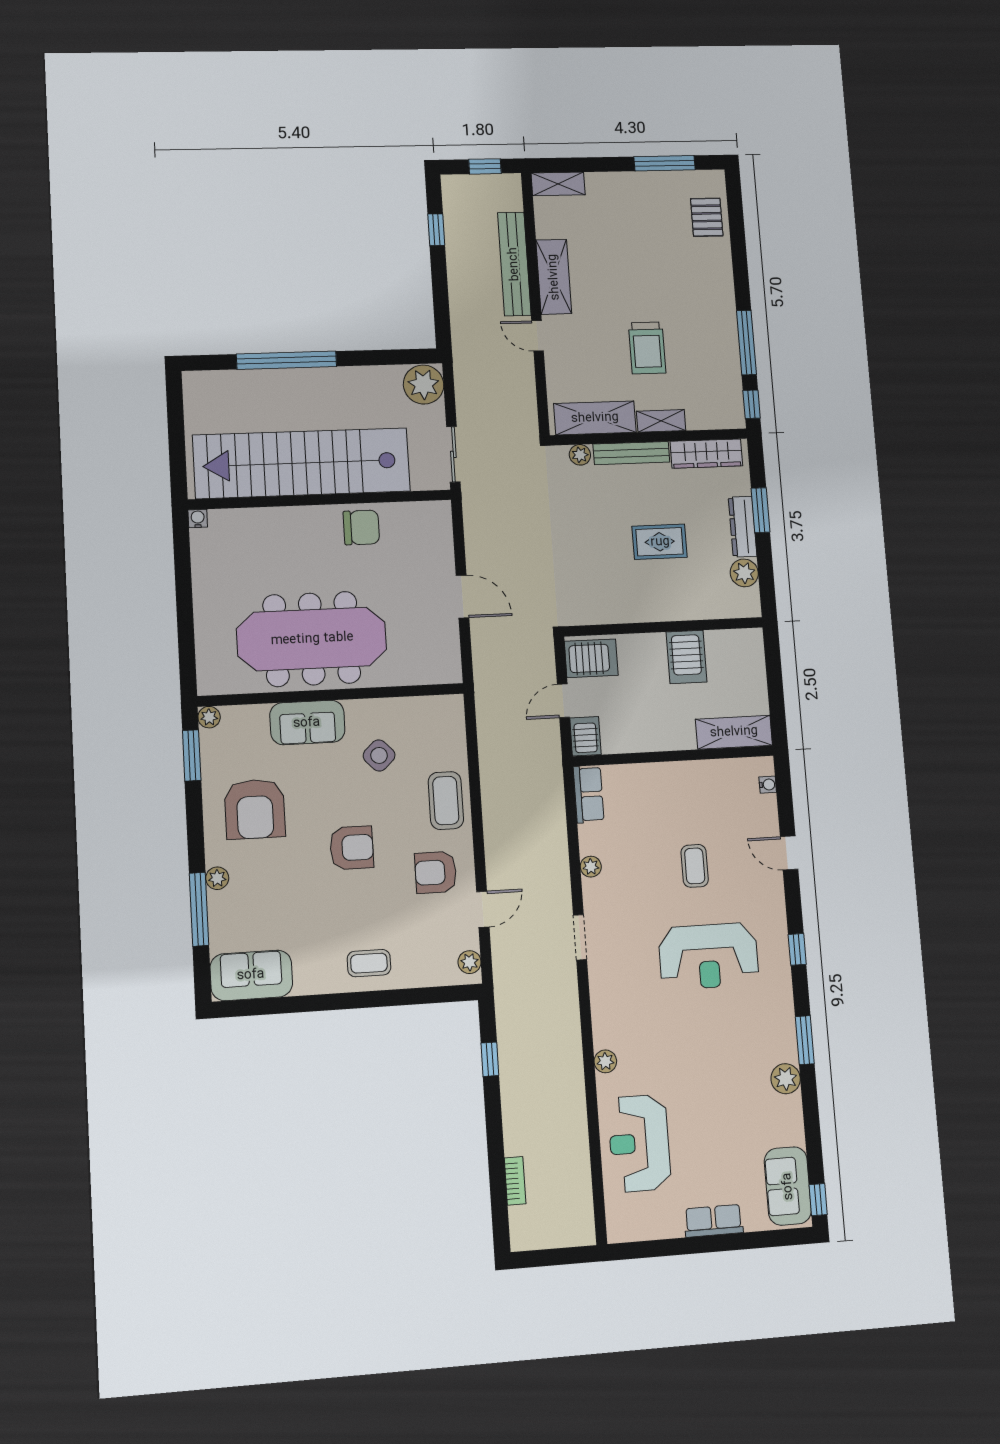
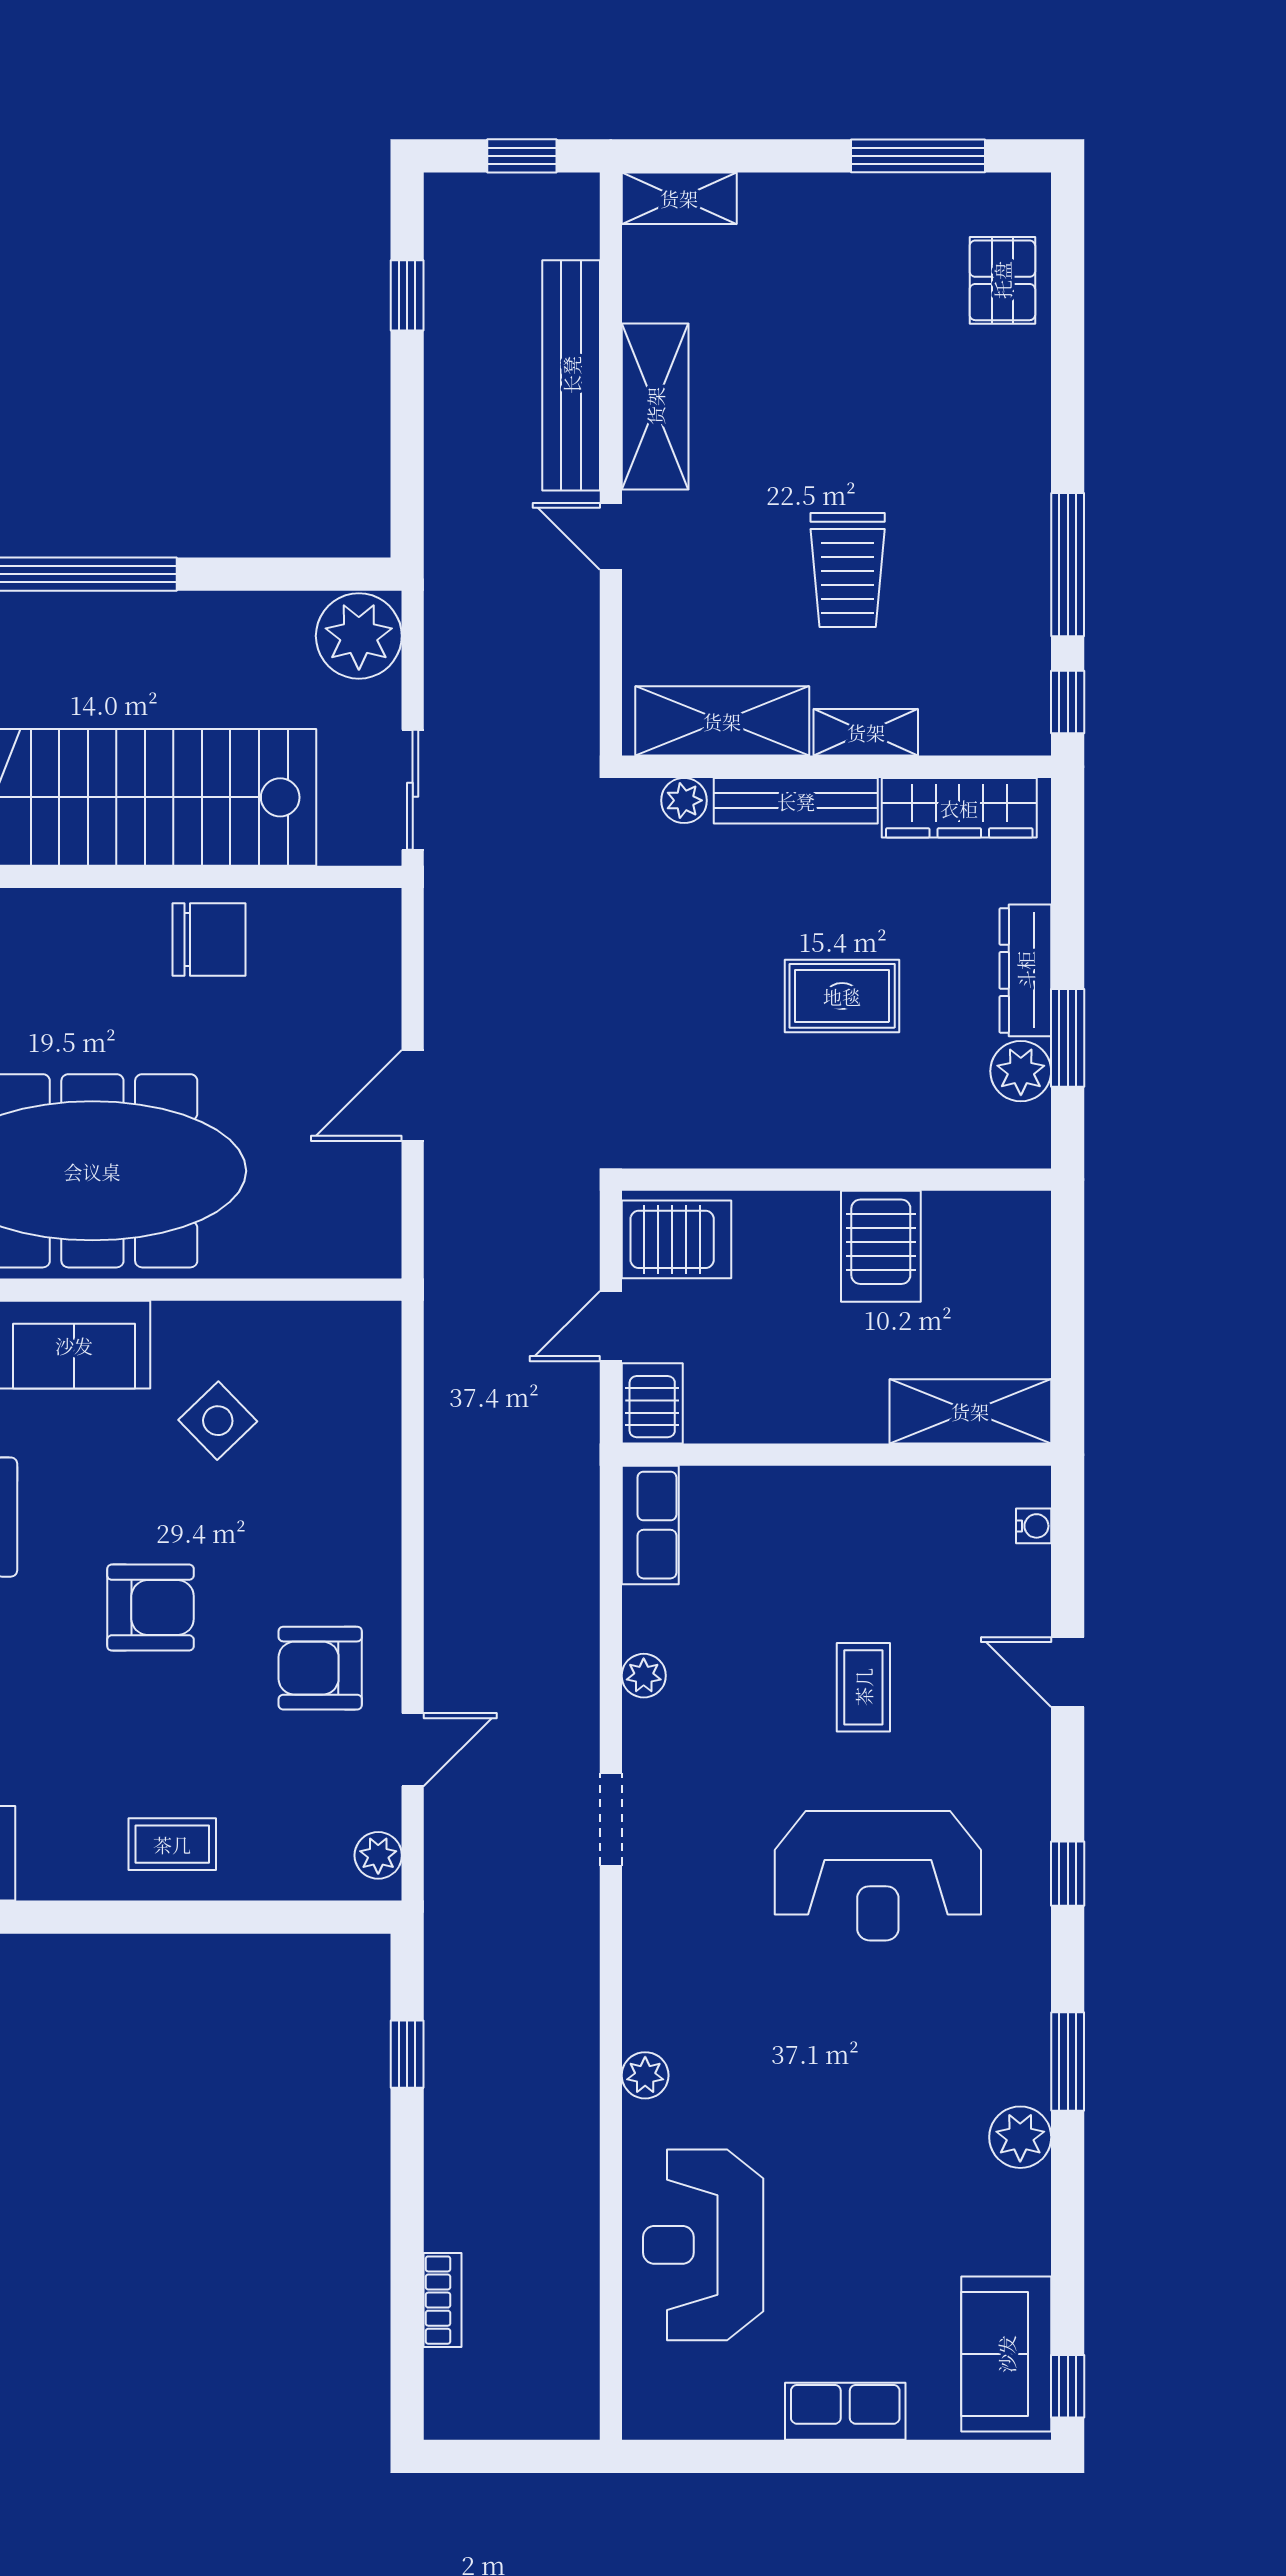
window: (760, 510) -> (1068, 1038), moved
door: (463, 596) -> (413, 1095), swing flipped
coffee table: (446, 801) -> (350, 1521), removed

